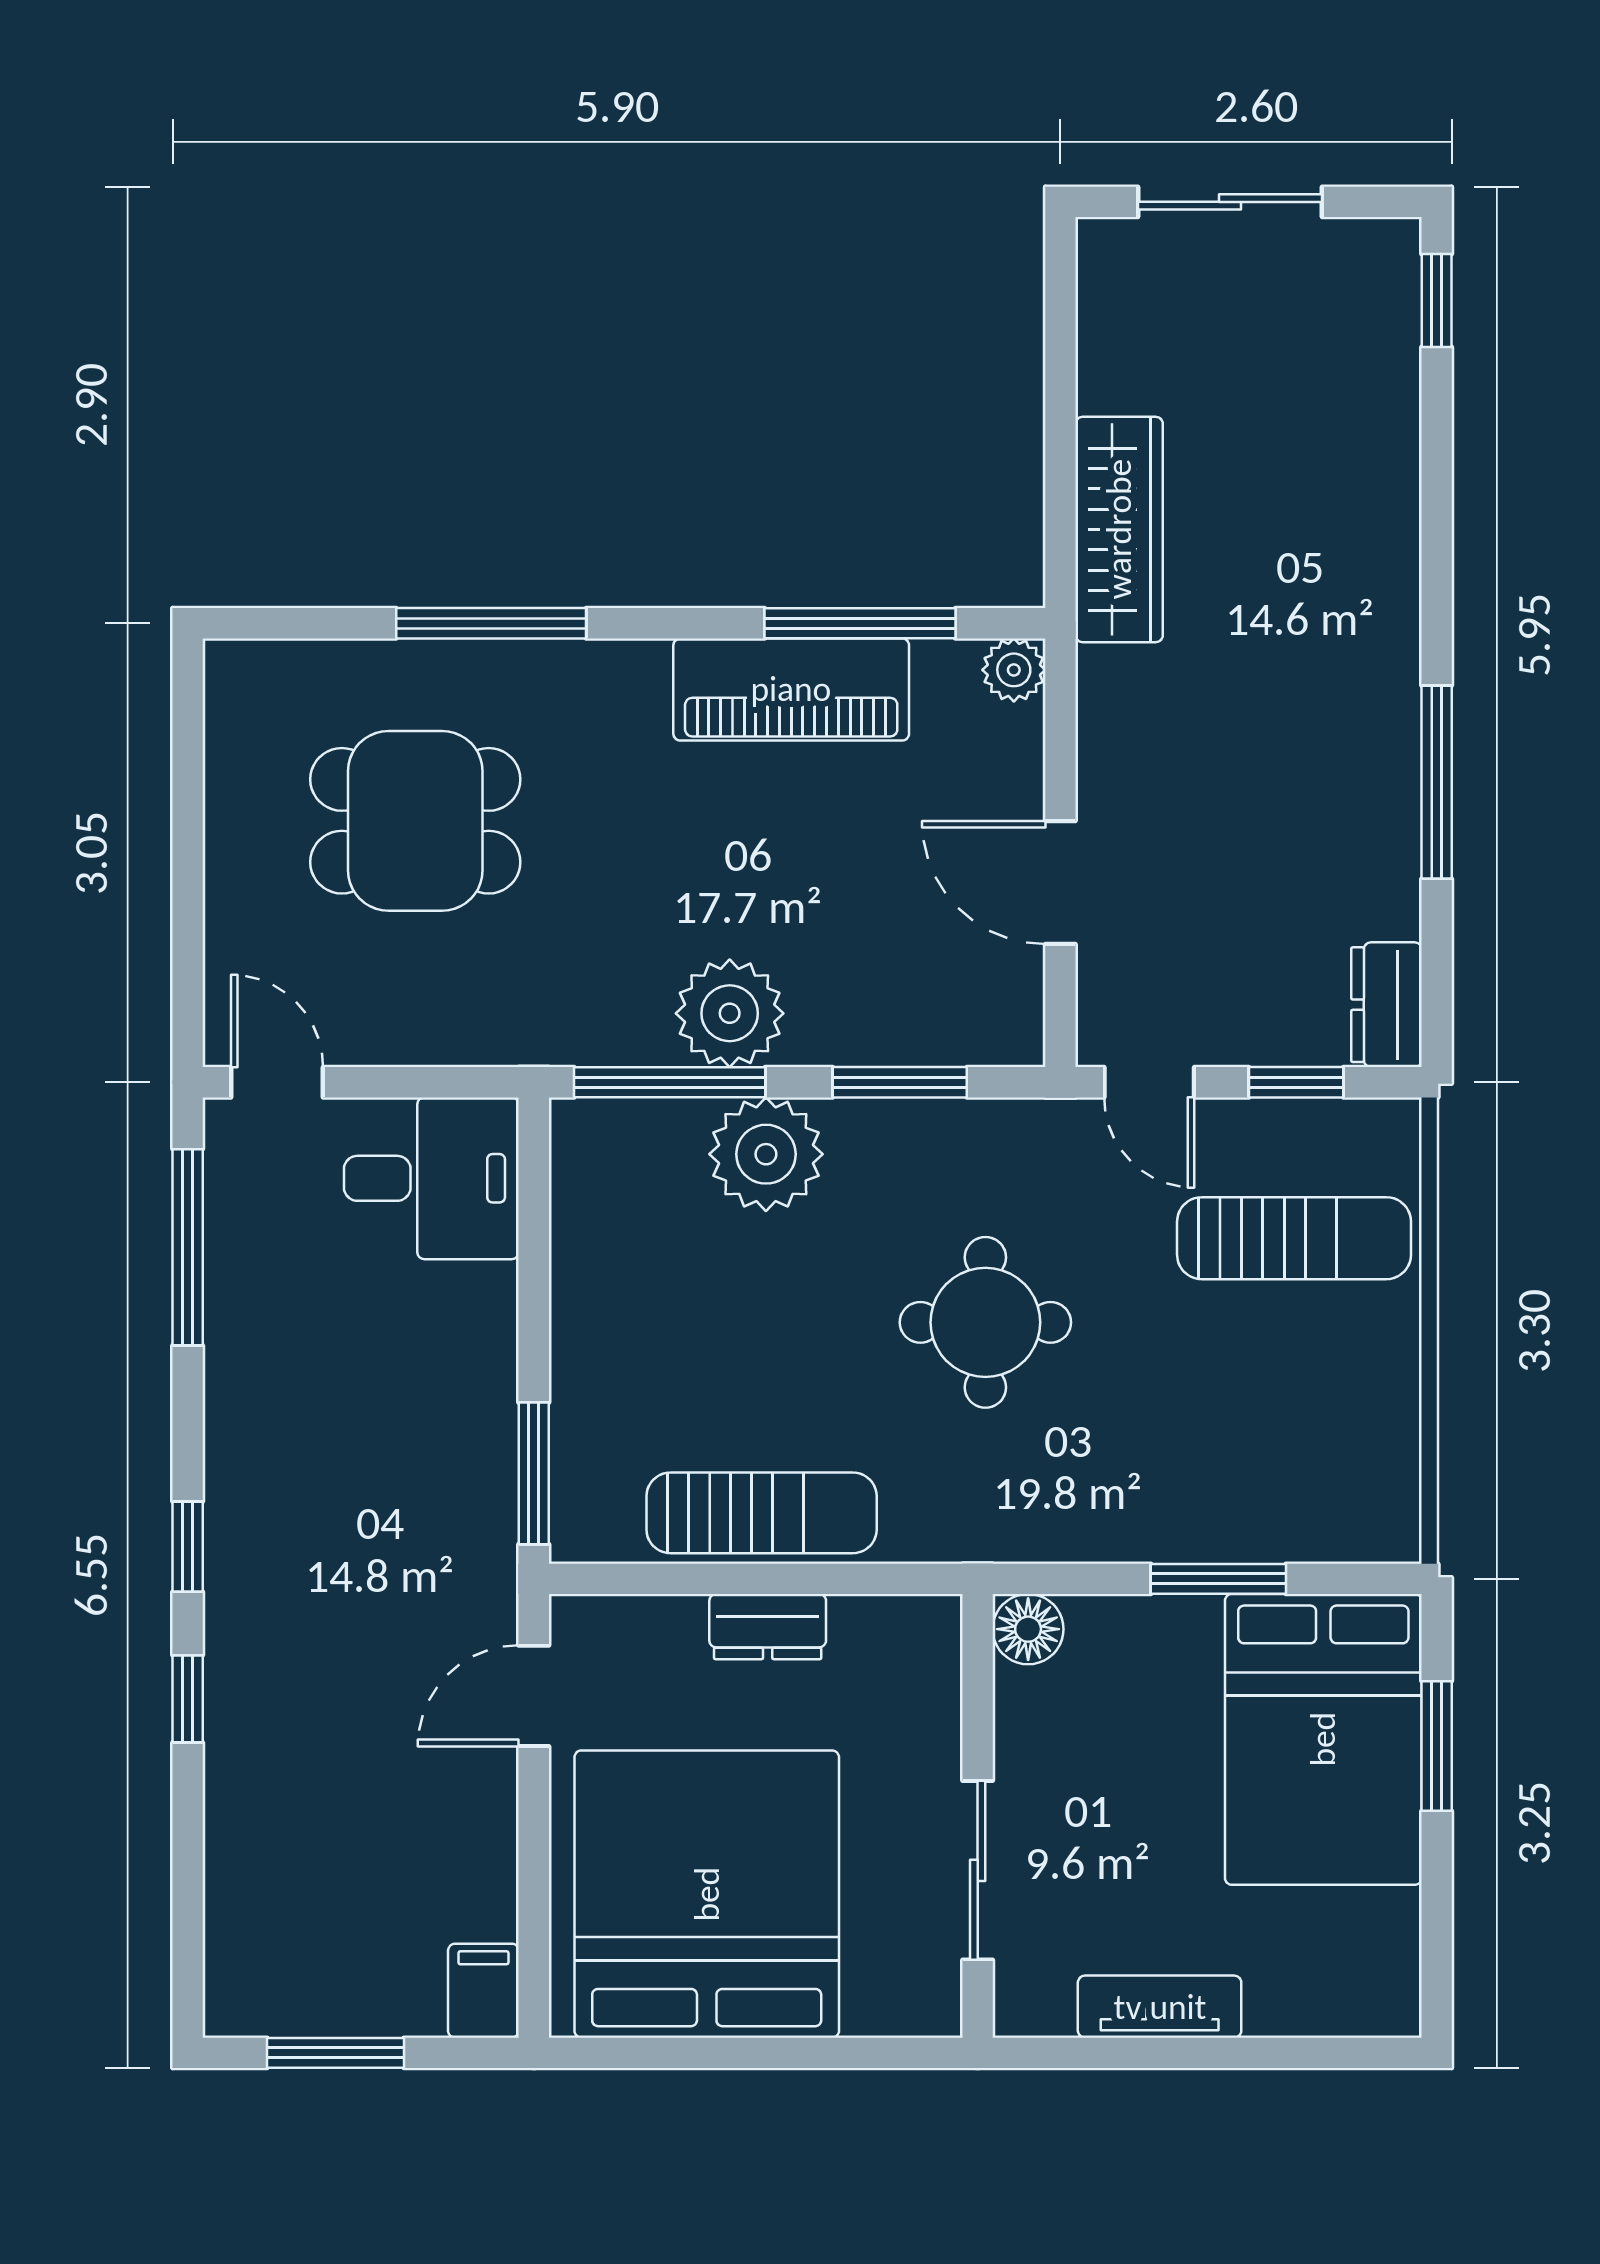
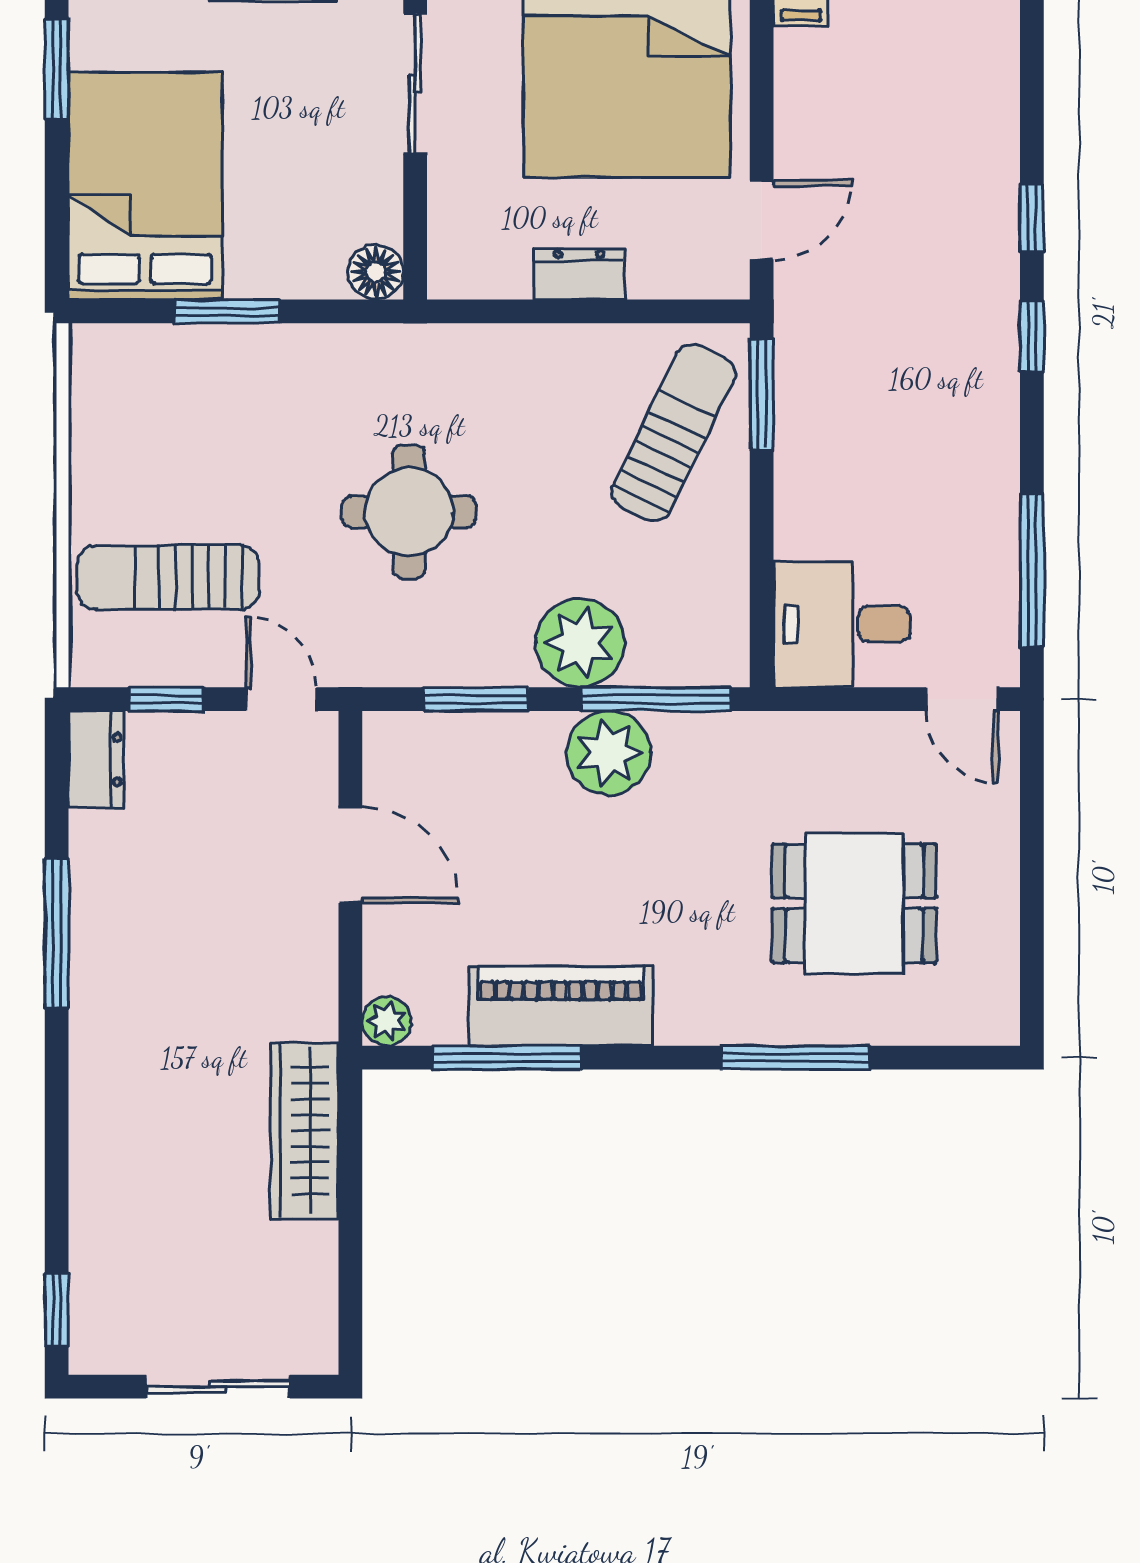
sun lounger: (762, 1513) -> (673, 433), moved, turned 116
window: (1437, 1746) -> (57, 69), moved

